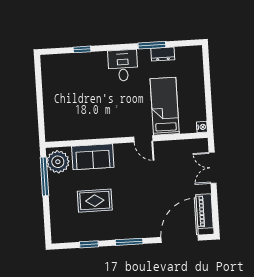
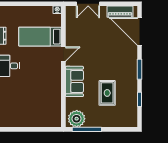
sofa: (93, 157) -> (74, 81), moved

